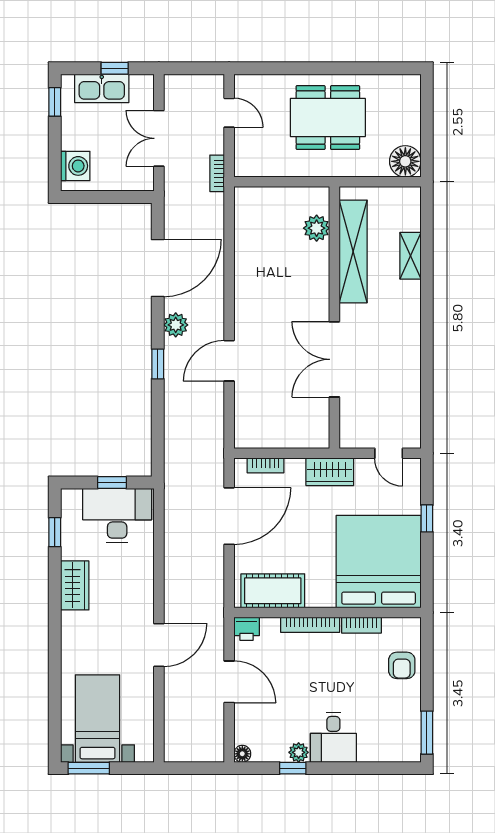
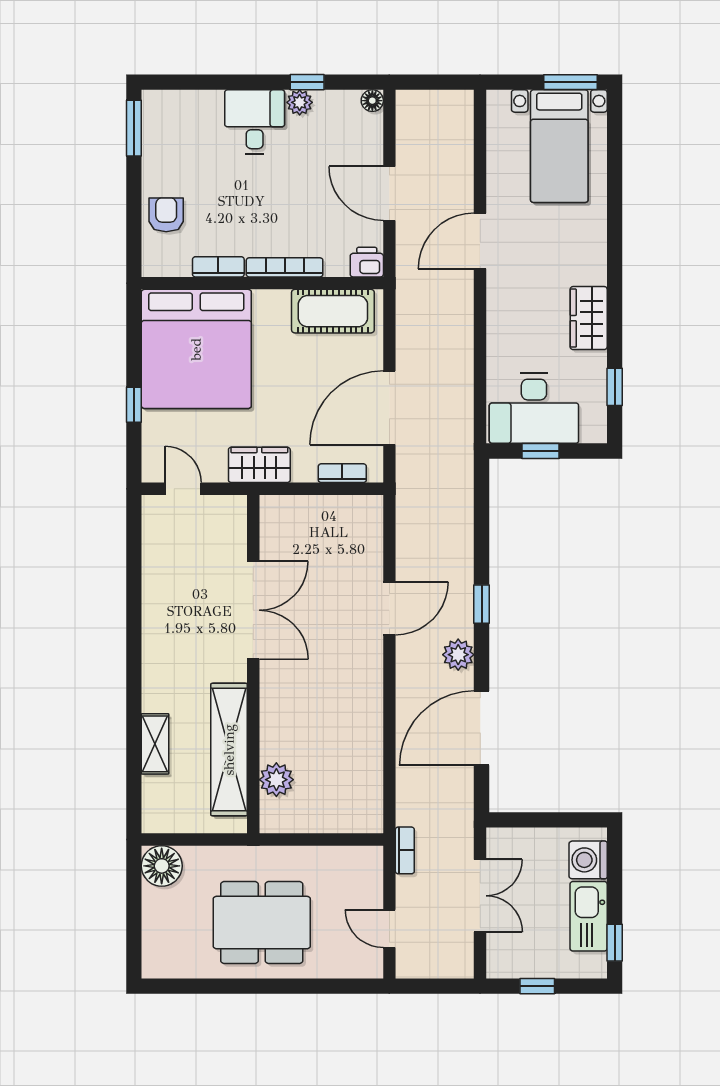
kitchen sink: (102, 88) -> (589, 916), moved, turned -90

